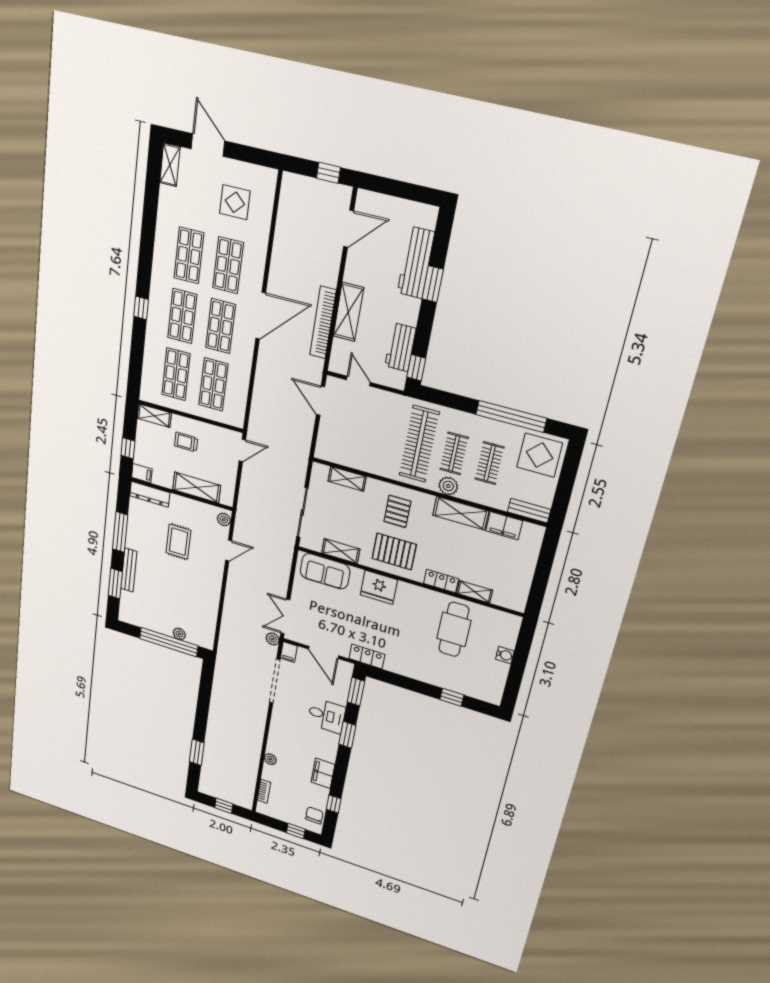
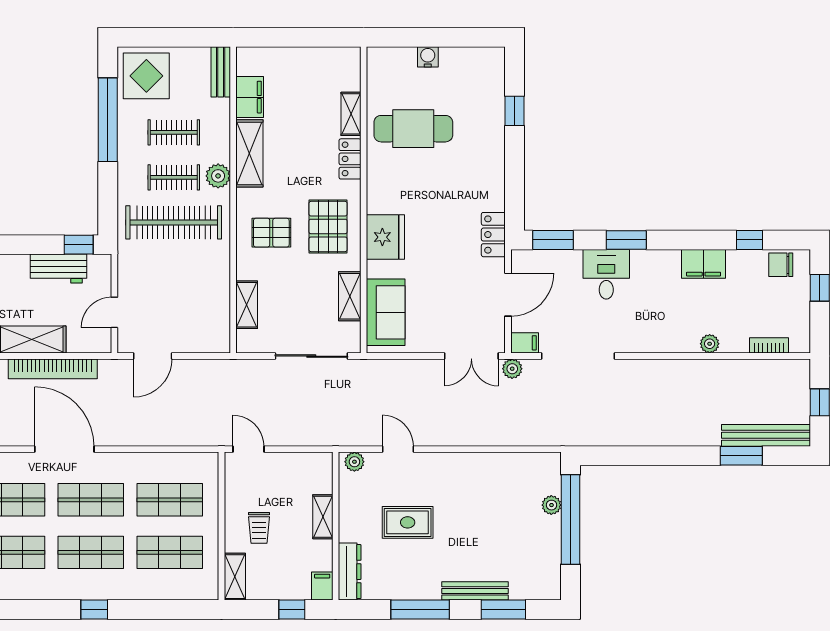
shelving: (197, 487) -> (323, 517), width x0.67, depth x0.75
bench: (208, 770) -> (766, 435), added

